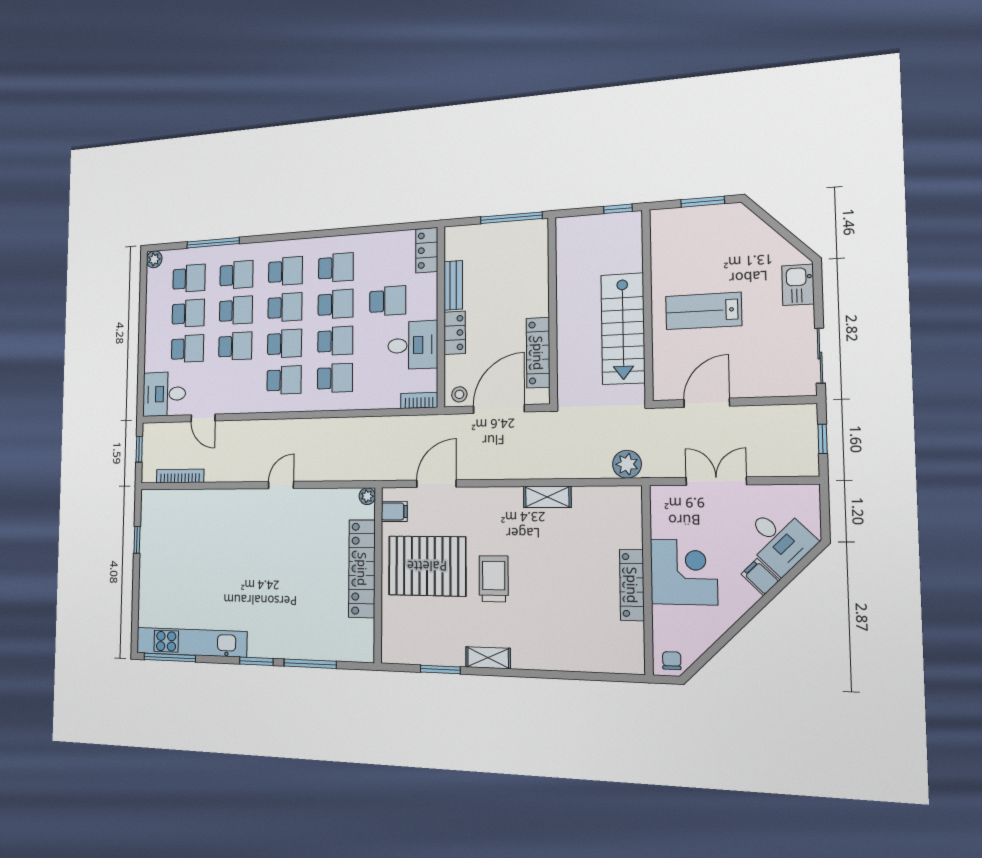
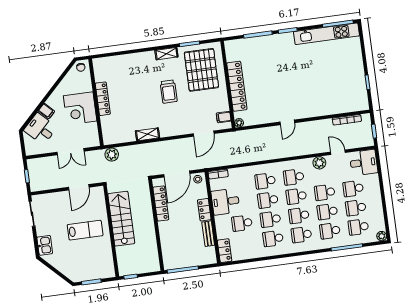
plant: (237, 402) -> (319, 163), added
pallet: (427, 566) -> (201, 70), moved, turned 90

